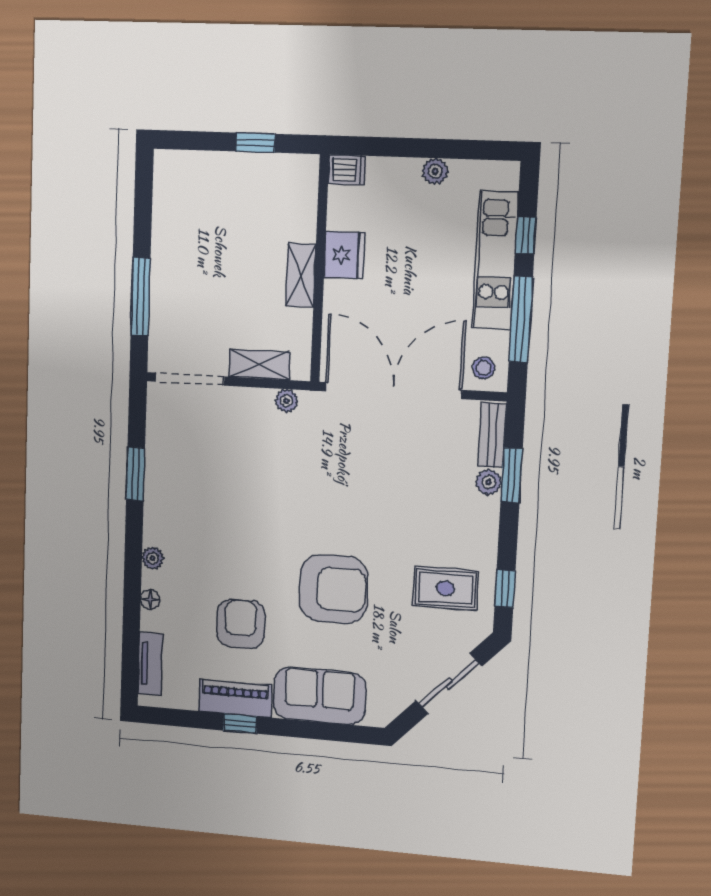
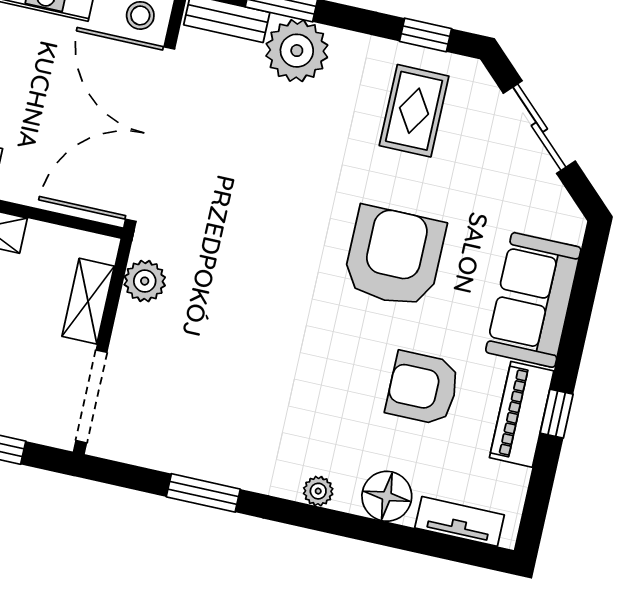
plant: (287, 401) -> (145, 281), width x1.38, depth x1.38
plant: (489, 482) -> (297, 51), width x1.87, depth x1.87
floor lamp: (150, 599) -> (387, 496), width x1.89, depth x1.89

